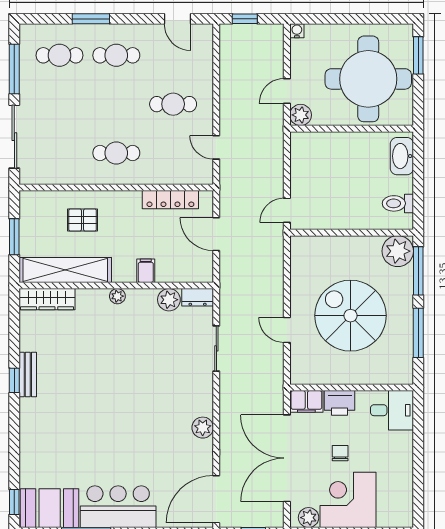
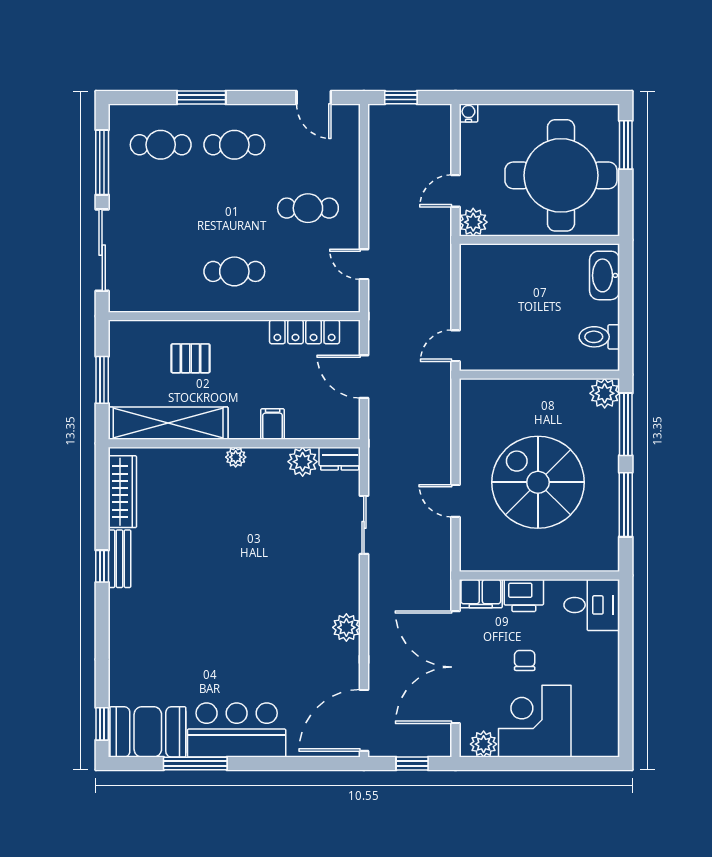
plant: (398, 251) -> (605, 393), width x0.73, depth x0.73
wardrobe: (47, 299) -> (122, 492), moved, turned -90

